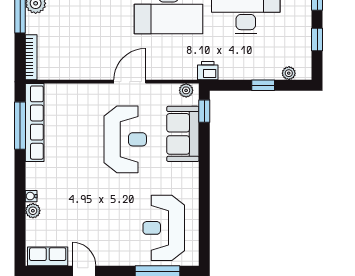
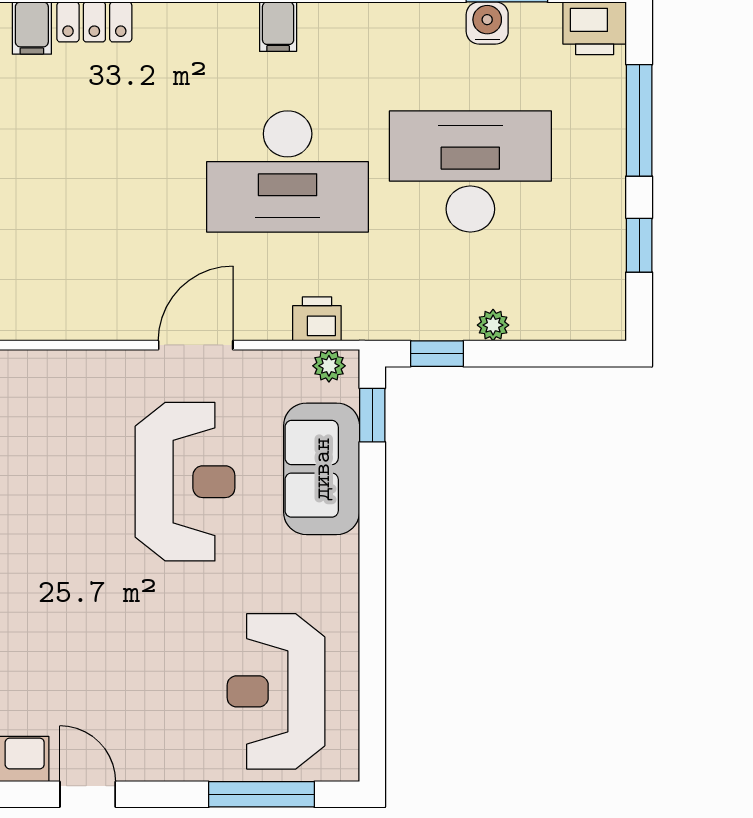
printer: (208, 71) -> (317, 319), moved
plant: (289, 73) -> (493, 325), moved
window: (263, 85) -> (437, 354), moved

